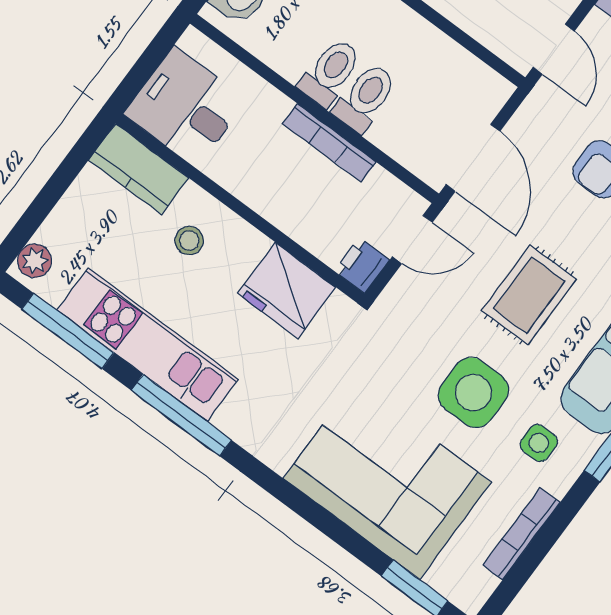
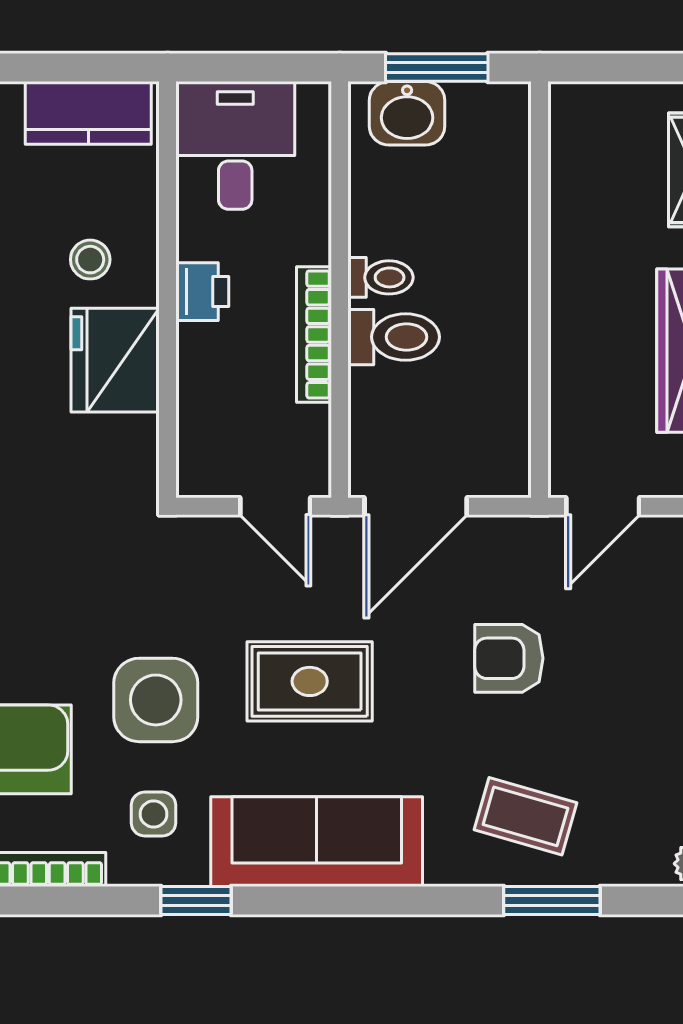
toilet: (330, 72) -> (380, 277), width x0.73, depth x0.72
kitchen counter: (138, 169) -> (88, 113), moved, turned -90
printer: (362, 265) -> (202, 292), moved, turned 90
fridge: (287, 290) -> (115, 360), moved

